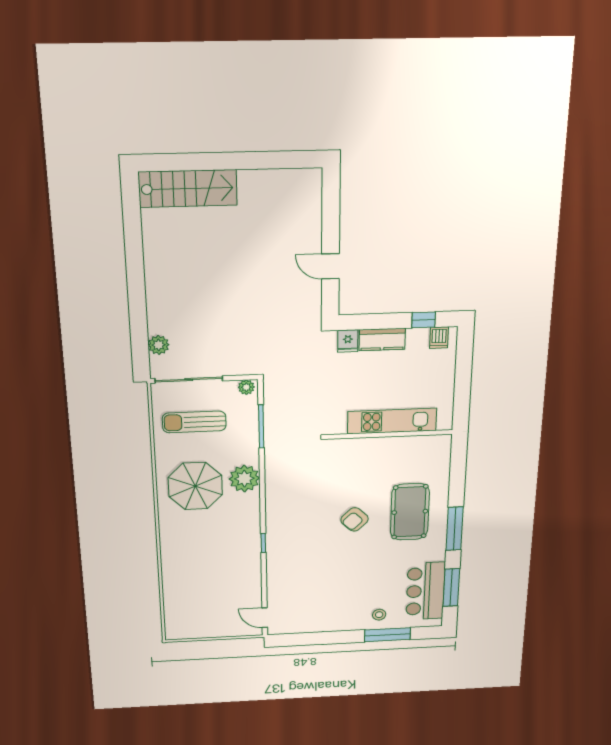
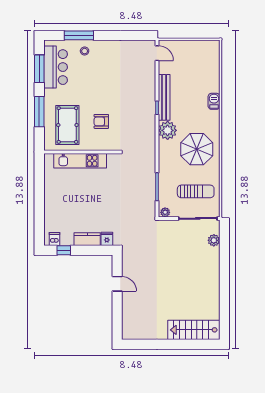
kitchen unit: (392, 421) -> (80, 161), moved
wall: (389, 434) -> (81, 152), moved
plant: (244, 479) -> (168, 130), moved
armchair: (355, 519) -> (101, 121), turned -135
barbecue: (170, 556) -> (214, 101), added
bench: (252, 558) -> (164, 97), added

